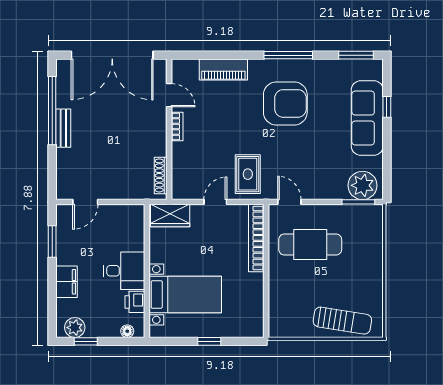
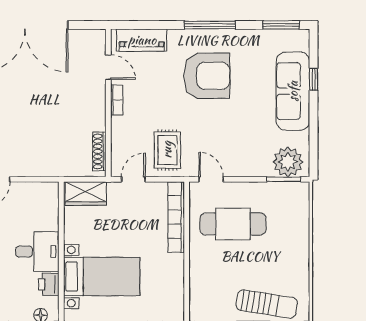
door: (169, 95) -> (108, 67), moved
bookcase: (177, 126) -> (117, 100), moved
wall: (169, 129) -> (108, 103), moved
shoe rack: (161, 175) -> (99, 151), moved

